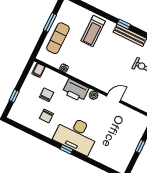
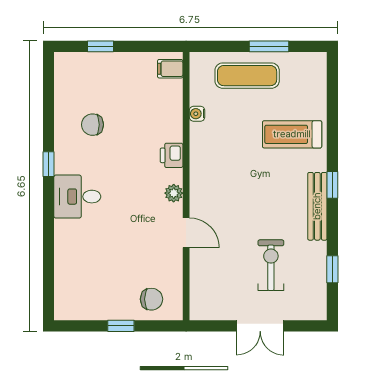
printer: (76, 90) -> (172, 155), width x0.53, depth x0.68
chair: (47, 95) -> (152, 299), moved
desk: (76, 135) -> (77, 197), width x0.53, depth x0.77
window: (66, 149) -> (49, 164), moved

